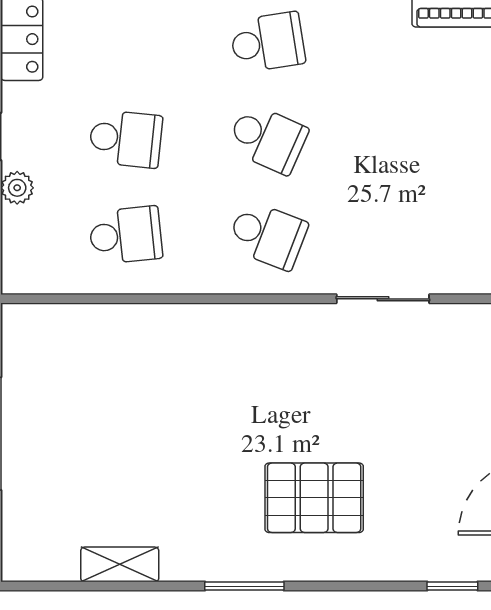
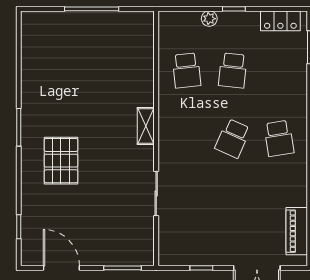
school desk: (268, 235) -> (187, 138), removed
shelving: (120, 564) -> (146, 126), moved

